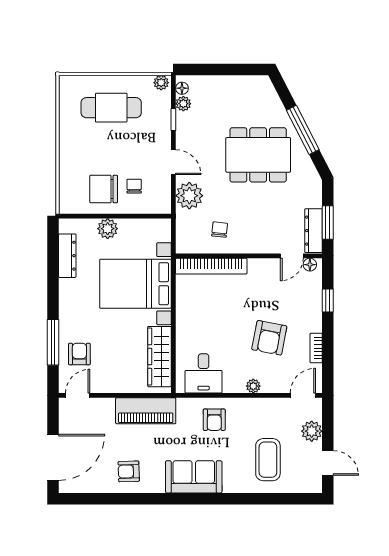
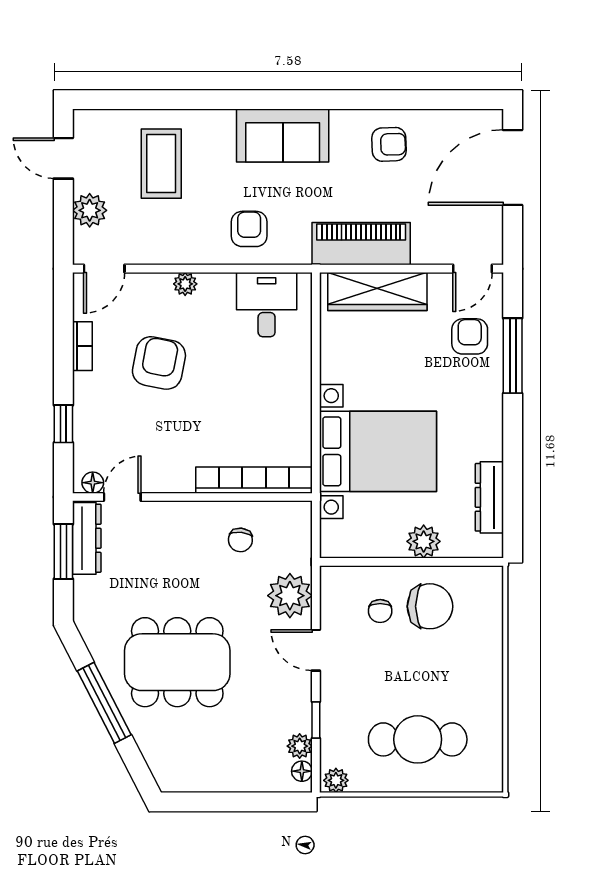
armchair: (79, 354) -> (470, 336), turned 180
wardrobe: (159, 357) -> (377, 291), moved, turned 90

